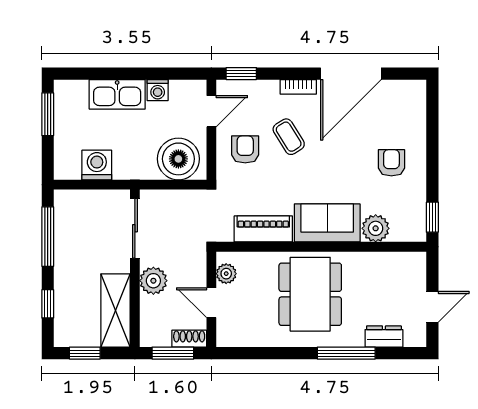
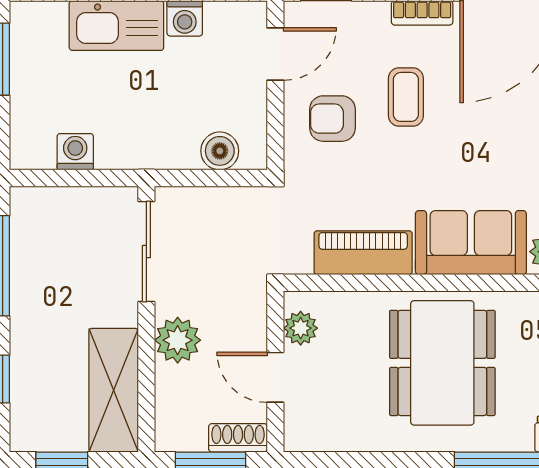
coffee table: (289, 137) -> (406, 97), turned 32
armchair: (245, 149) -> (332, 119), turned -90
boiler: (178, 159) -> (220, 151), width x0.54, depth x0.54
washing machine: (97, 165) -> (75, 152), width x0.73, depth x0.73

